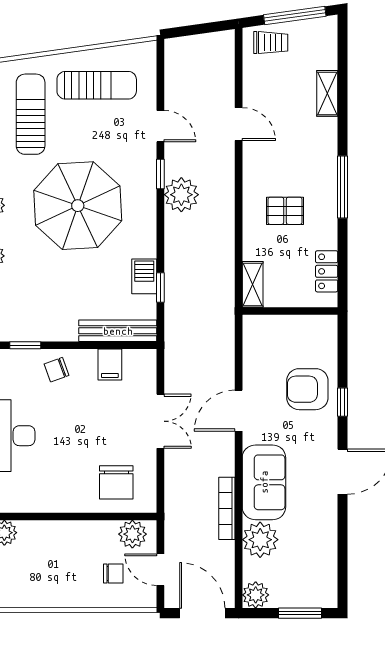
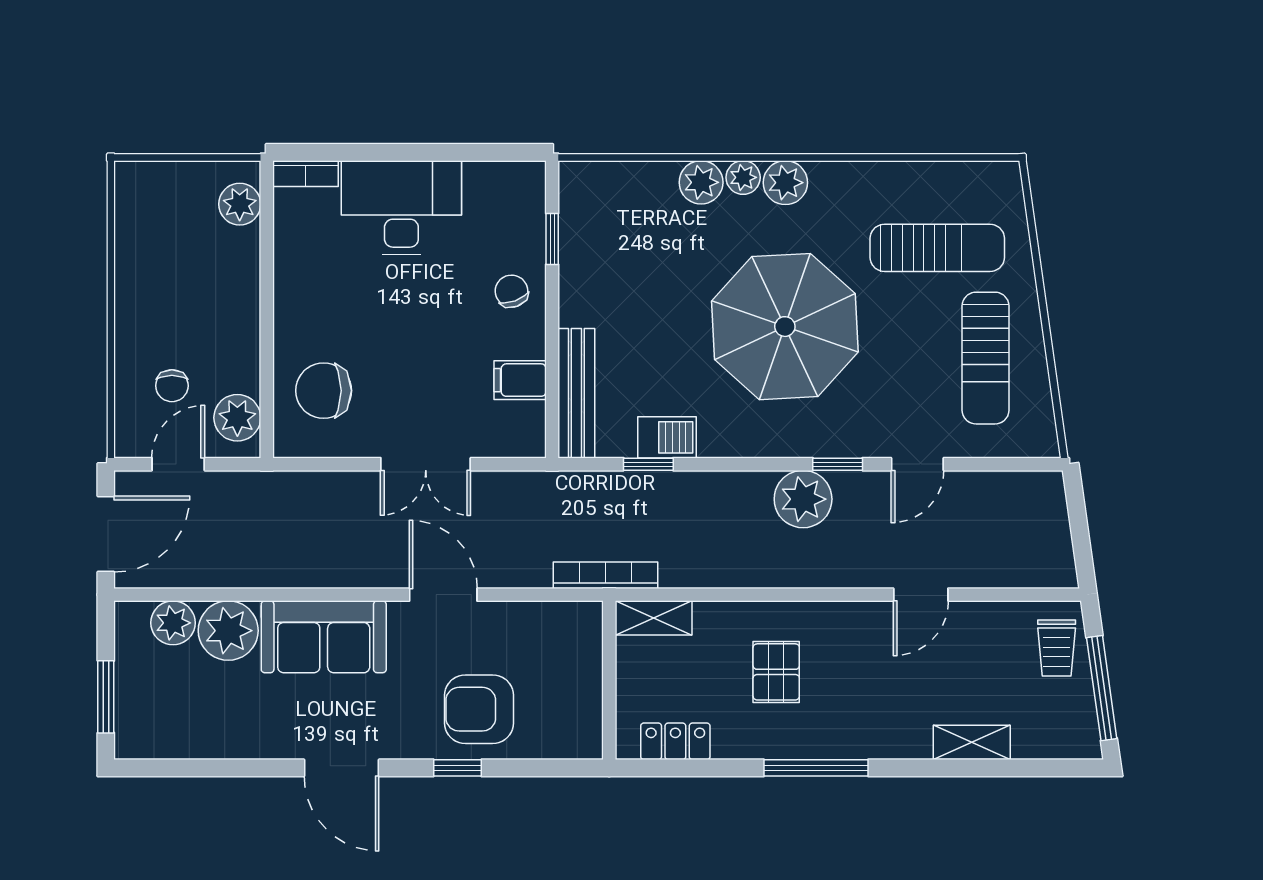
armchair: (307, 389) -> (479, 709), turned -90
bookcase: (227, 508) -> (605, 575), moved
plant: (256, 595) -> (173, 623), moved

